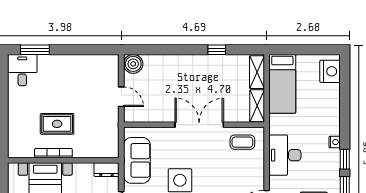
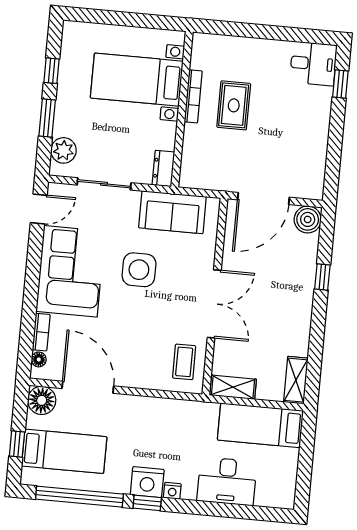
window: (35, 50) -> (340, 84), width x0.67
window: (217, 50) -> (322, 277), moved
nightstand: (330, 71) -> (147, 482), moved
shelving: (257, 72) -> (296, 380), moved, turned 90
door: (121, 97) -> (263, 199), width x1.88
desk: (285, 155) -> (227, 481), moved, turned 180

